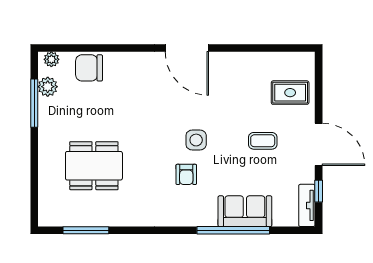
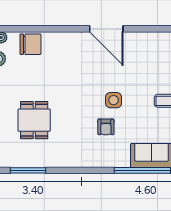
chair: (89, 68) -> (30, 44), turned 180
dining table: (94, 166) -> (34, 120), width x0.73

